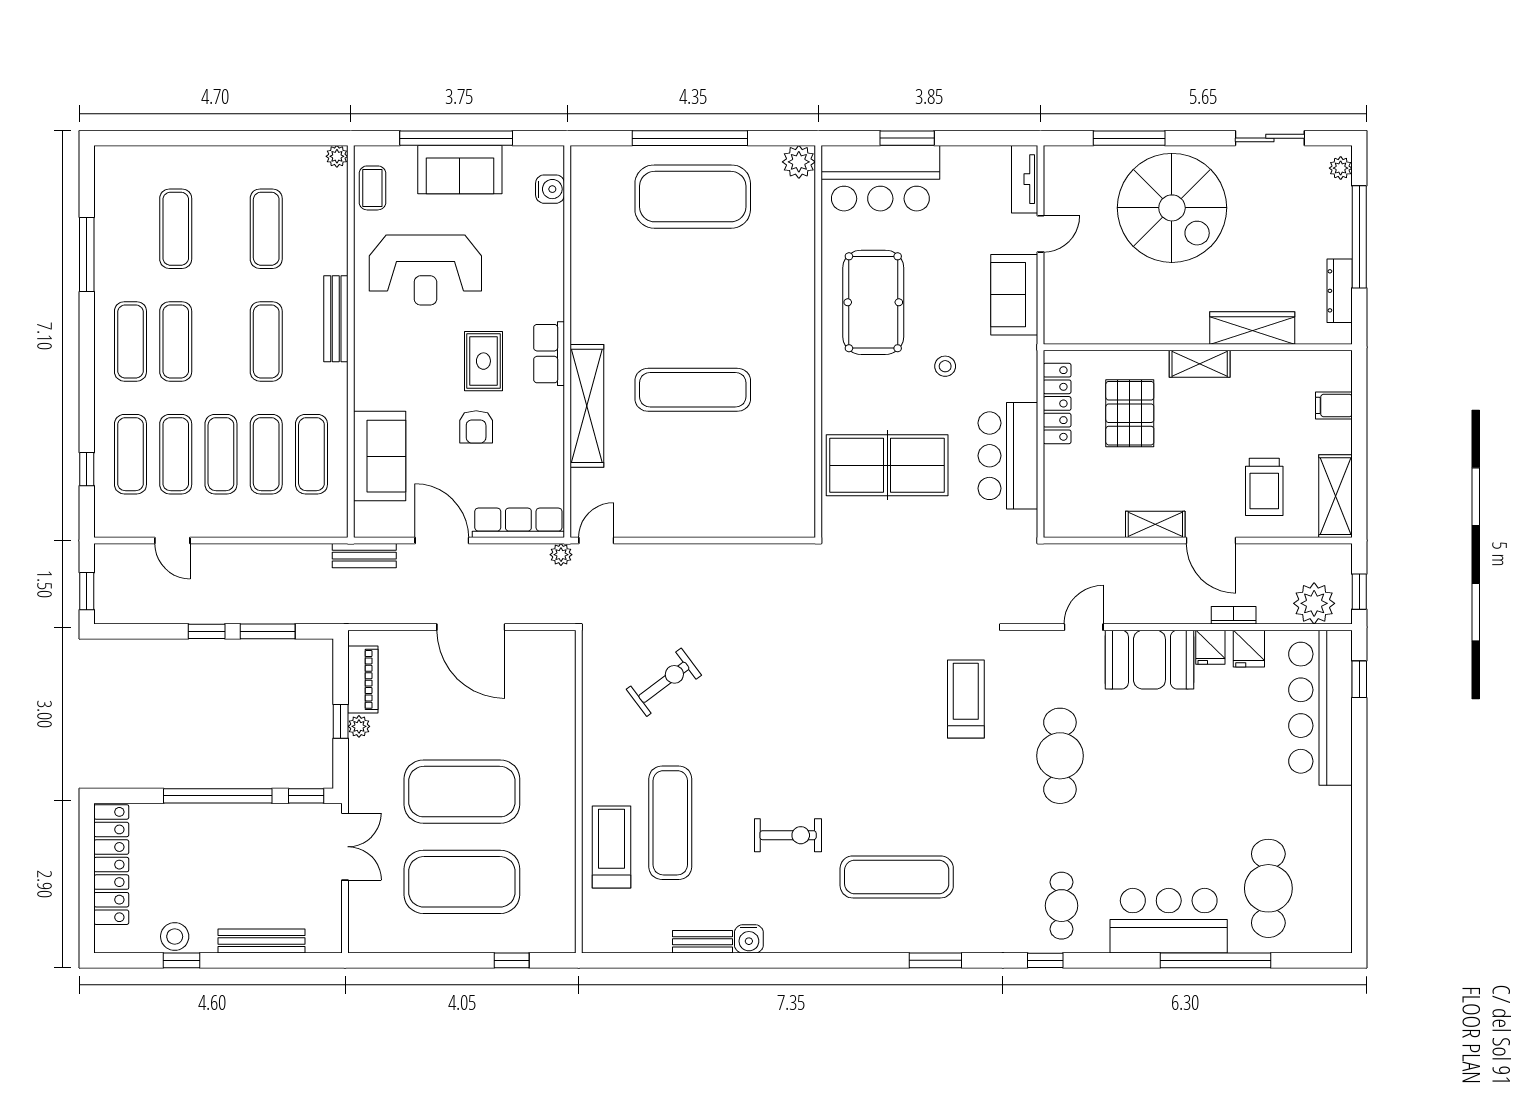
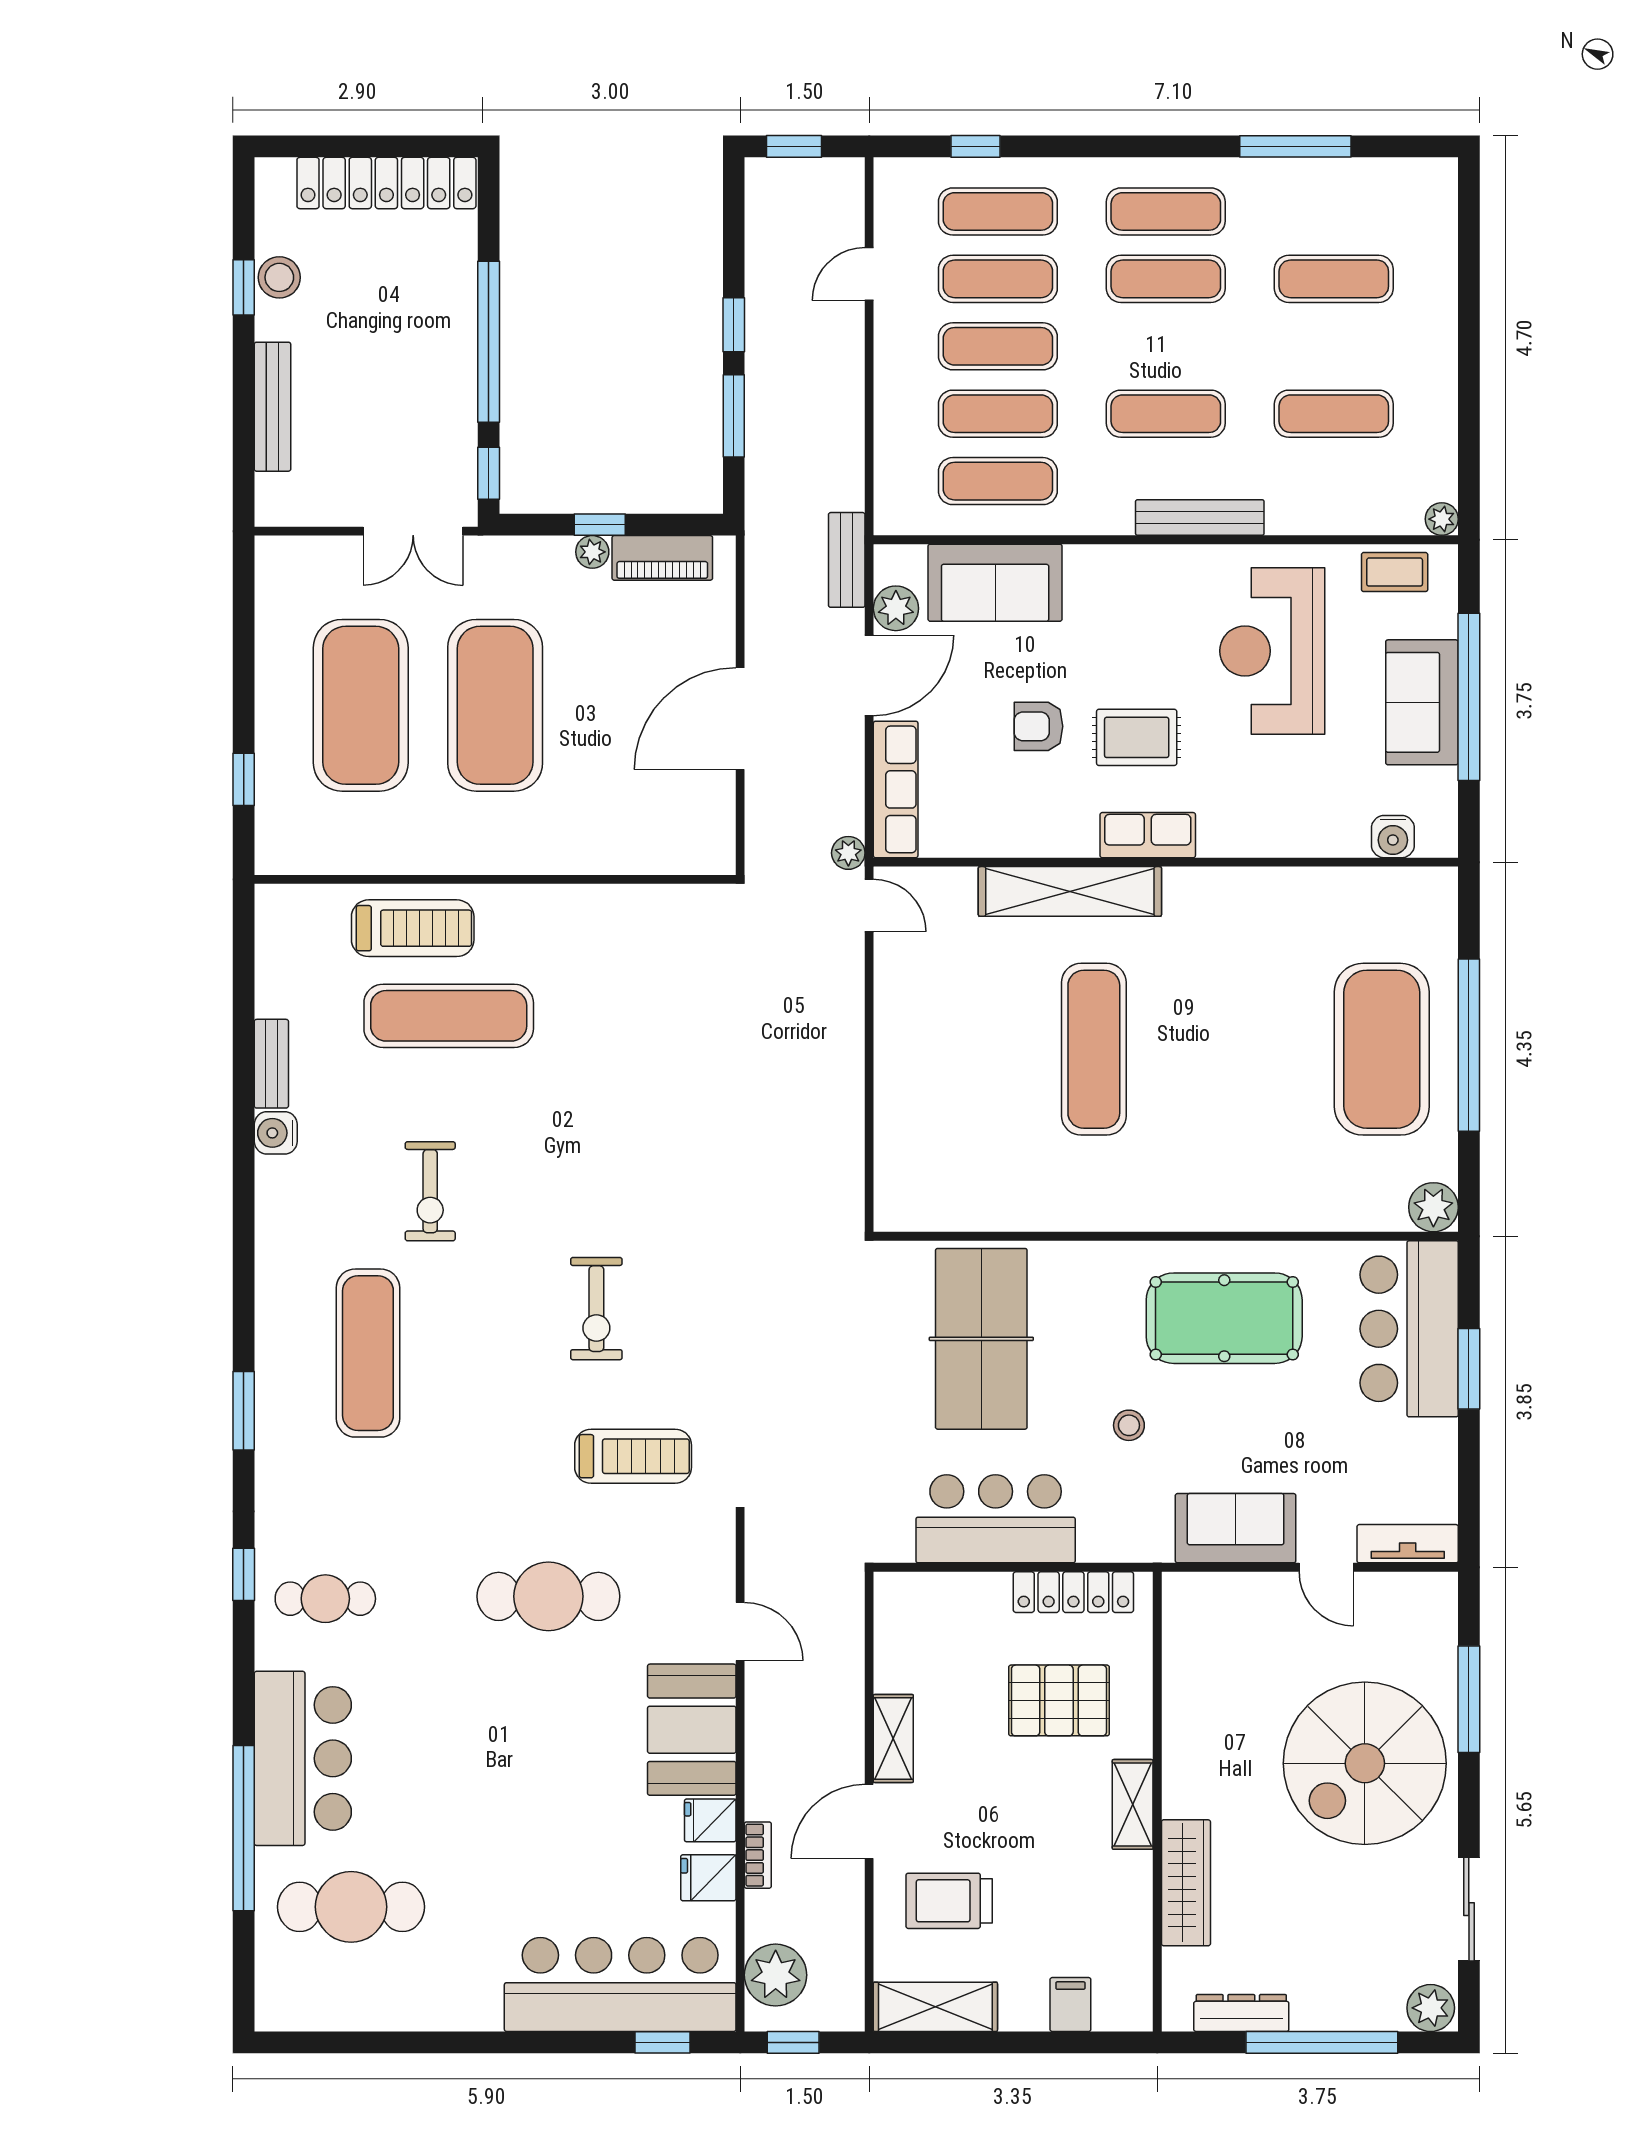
plant: (1341, 168) -> (1431, 2008), width x1.38, depth x1.38
plant: (397, 523) -> (896, 608), added
exercise bike: (664, 682) -> (596, 1309), moved, turned 37

